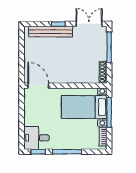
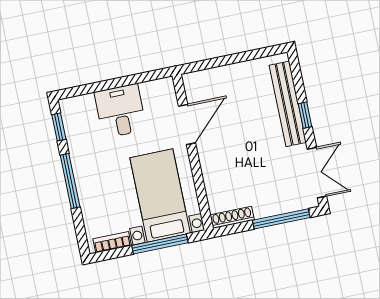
door: (38, 86) -> (187, 124), moved
desk: (36, 138) -> (120, 111), moved

